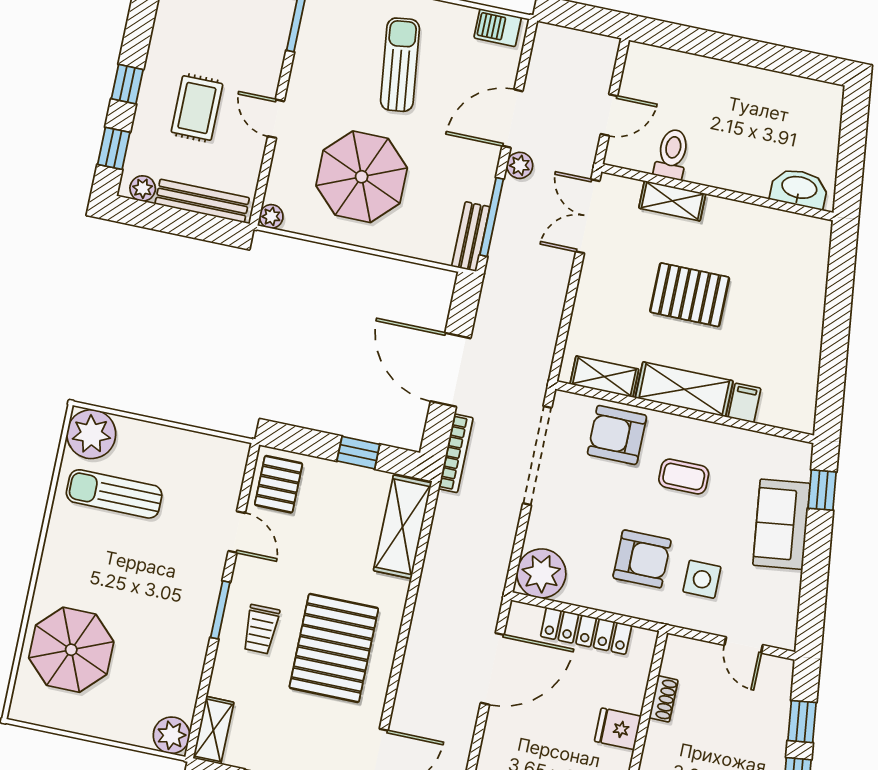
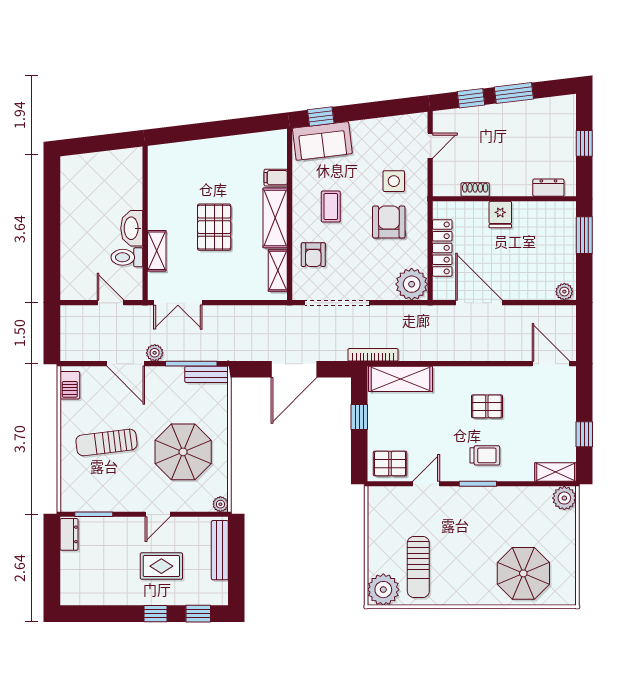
plant: (143, 188) -> (220, 590), removed
washbasin: (799, 188) -> (132, 228), moved
armchair: (617, 435) -> (313, 255), width x0.72, depth x0.72
bookcase: (456, 453) -> (373, 355), moved
sofa: (781, 524) -> (322, 141), moved
pallet: (334, 648) -> (487, 406), width x0.49, depth x0.50

